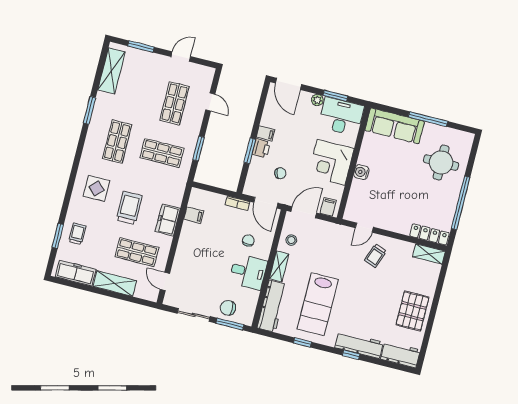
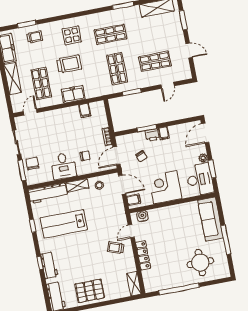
water cooler: (361, 172) -> (142, 216), moved
door: (364, 228) -> (131, 231), hinge flipped
locker: (429, 234) -> (143, 255), moved
workbench: (359, 345) -> (49, 265), width x0.73

